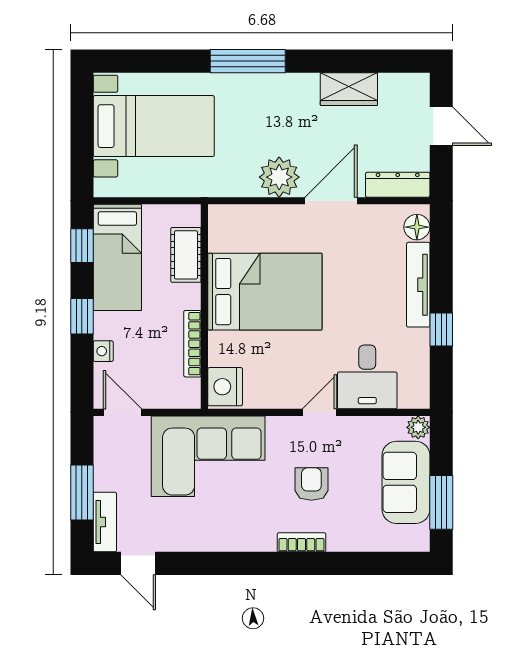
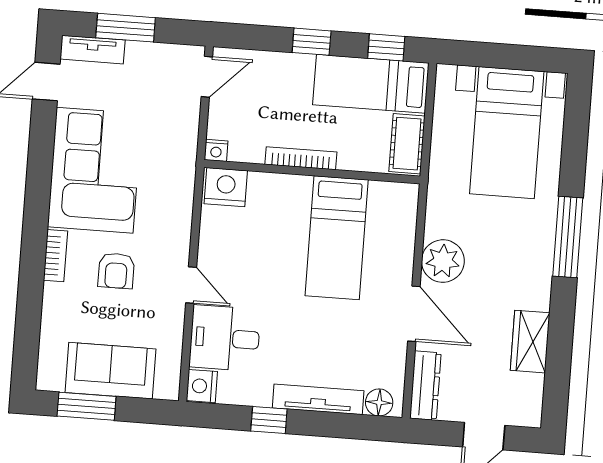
cot: (186, 255) -> (407, 144), moved, turned 90
bed: (265, 292) -> (337, 238), width x0.67
bookcase: (192, 344) -> (301, 158), moved
nightstand: (103, 351) -> (216, 150), moved, turned 180
nightstand: (414, 395) -> (202, 386), added
plant: (418, 427) -> (168, 388), removed
corner sofa: (208, 456) -> (95, 170), moved, turned 180
armchair: (311, 484) -> (116, 271), turned 90

